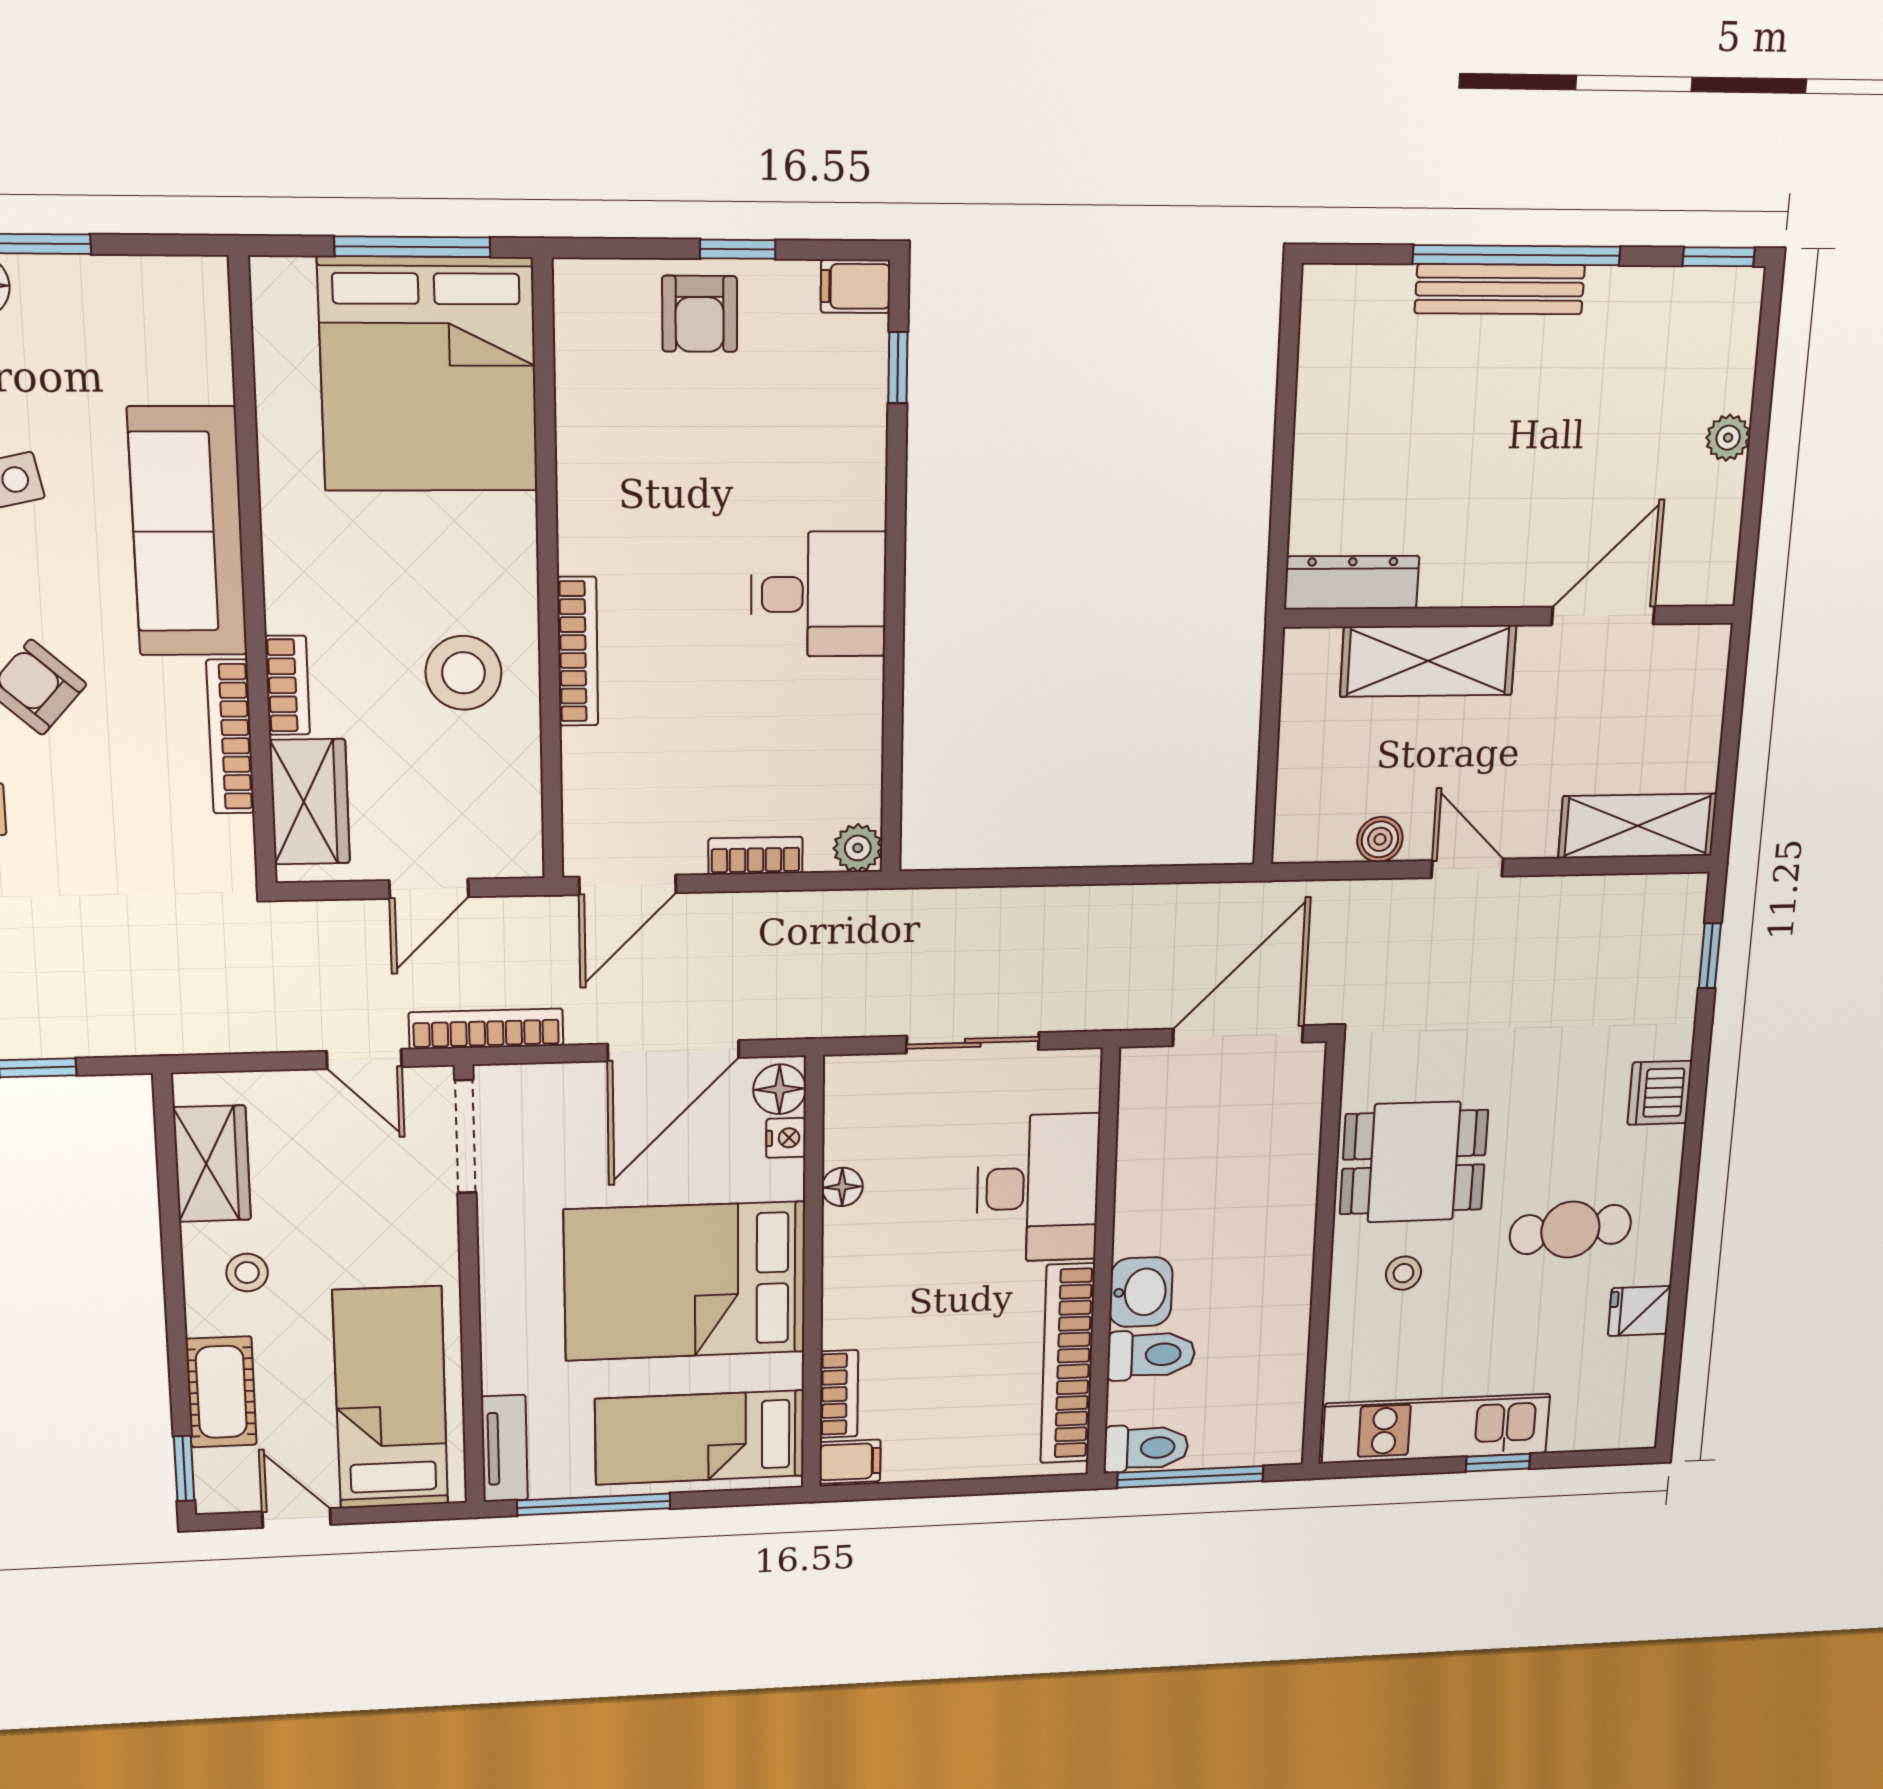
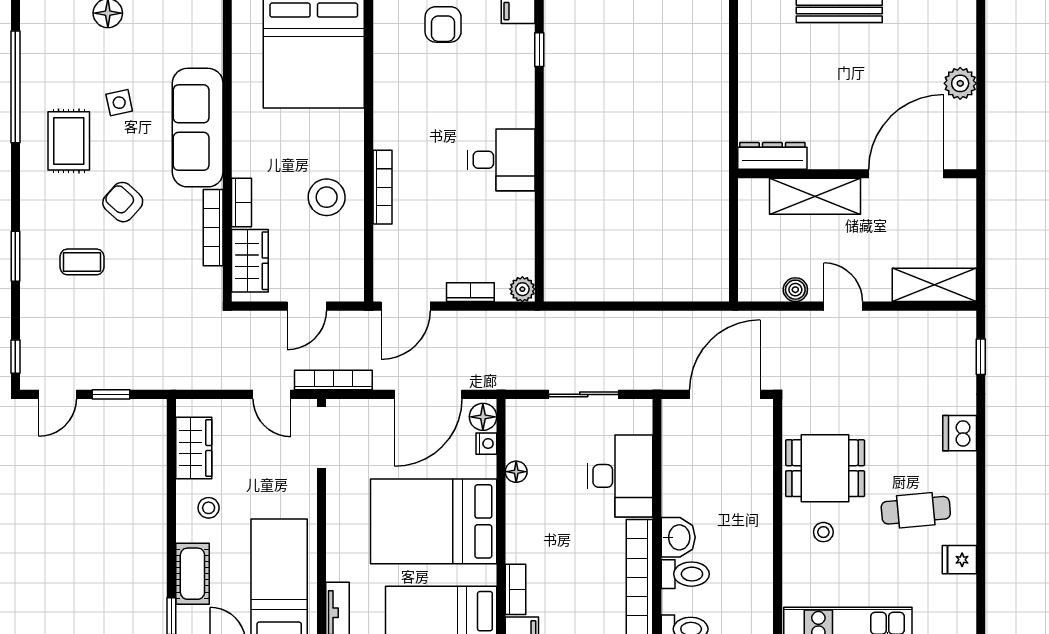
plant: (1728, 438) -> (960, 83), width x1.38, depth x1.38
door: (1603, 616) -> (906, 174), width x1.36

